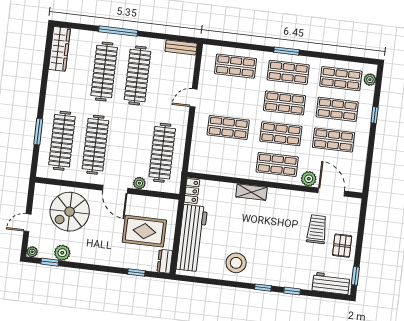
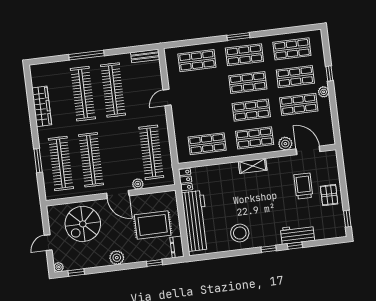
wardrobe: (59, 49) -> (42, 106), moved
plant: (370, 80) -> (324, 92), moved
shop shelf: (228, 127) -> (207, 144), moved
shelving: (251, 192) -> (253, 166), moved
plant: (62, 253) -> (117, 258), moved
workbench: (331, 283) -> (297, 234), moved

